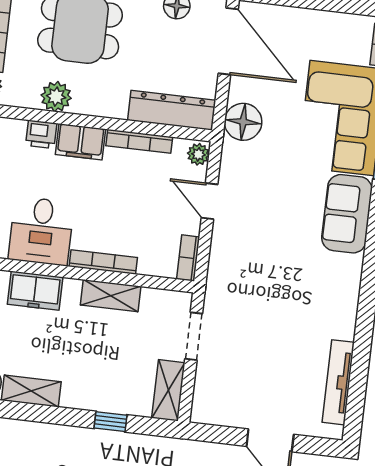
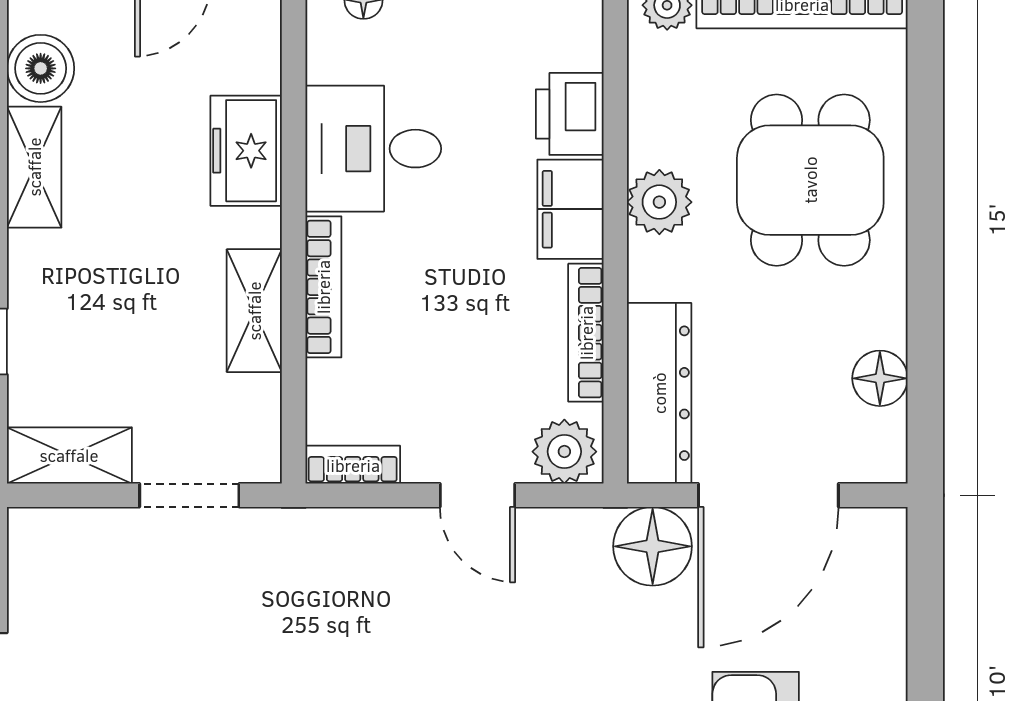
door: (228, 41) -> (768, 495), moved
plant: (56, 97) -> (659, 202), moved
printer: (41, 134) -> (570, 114), width x1.36, depth x1.24
plant: (198, 154) -> (564, 452), width x1.38, depth x1.38
door: (209, 201) -> (478, 495), swing flipped

